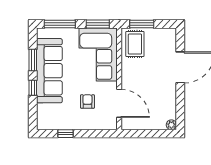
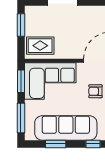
window: (142, 24) -> (21, 25), moved
window: (33, 88) -> (93, 144), moved

